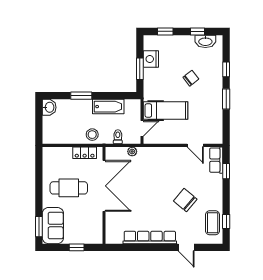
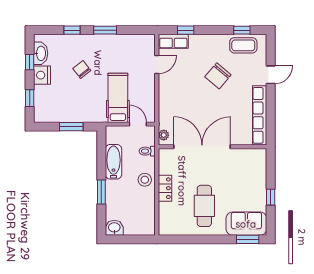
nightstand: (151, 59) -> (42, 75), moved, turned 90
double door: (104, 186) -> (202, 147), moved
wall: (104, 195) -> (213, 147), moved

